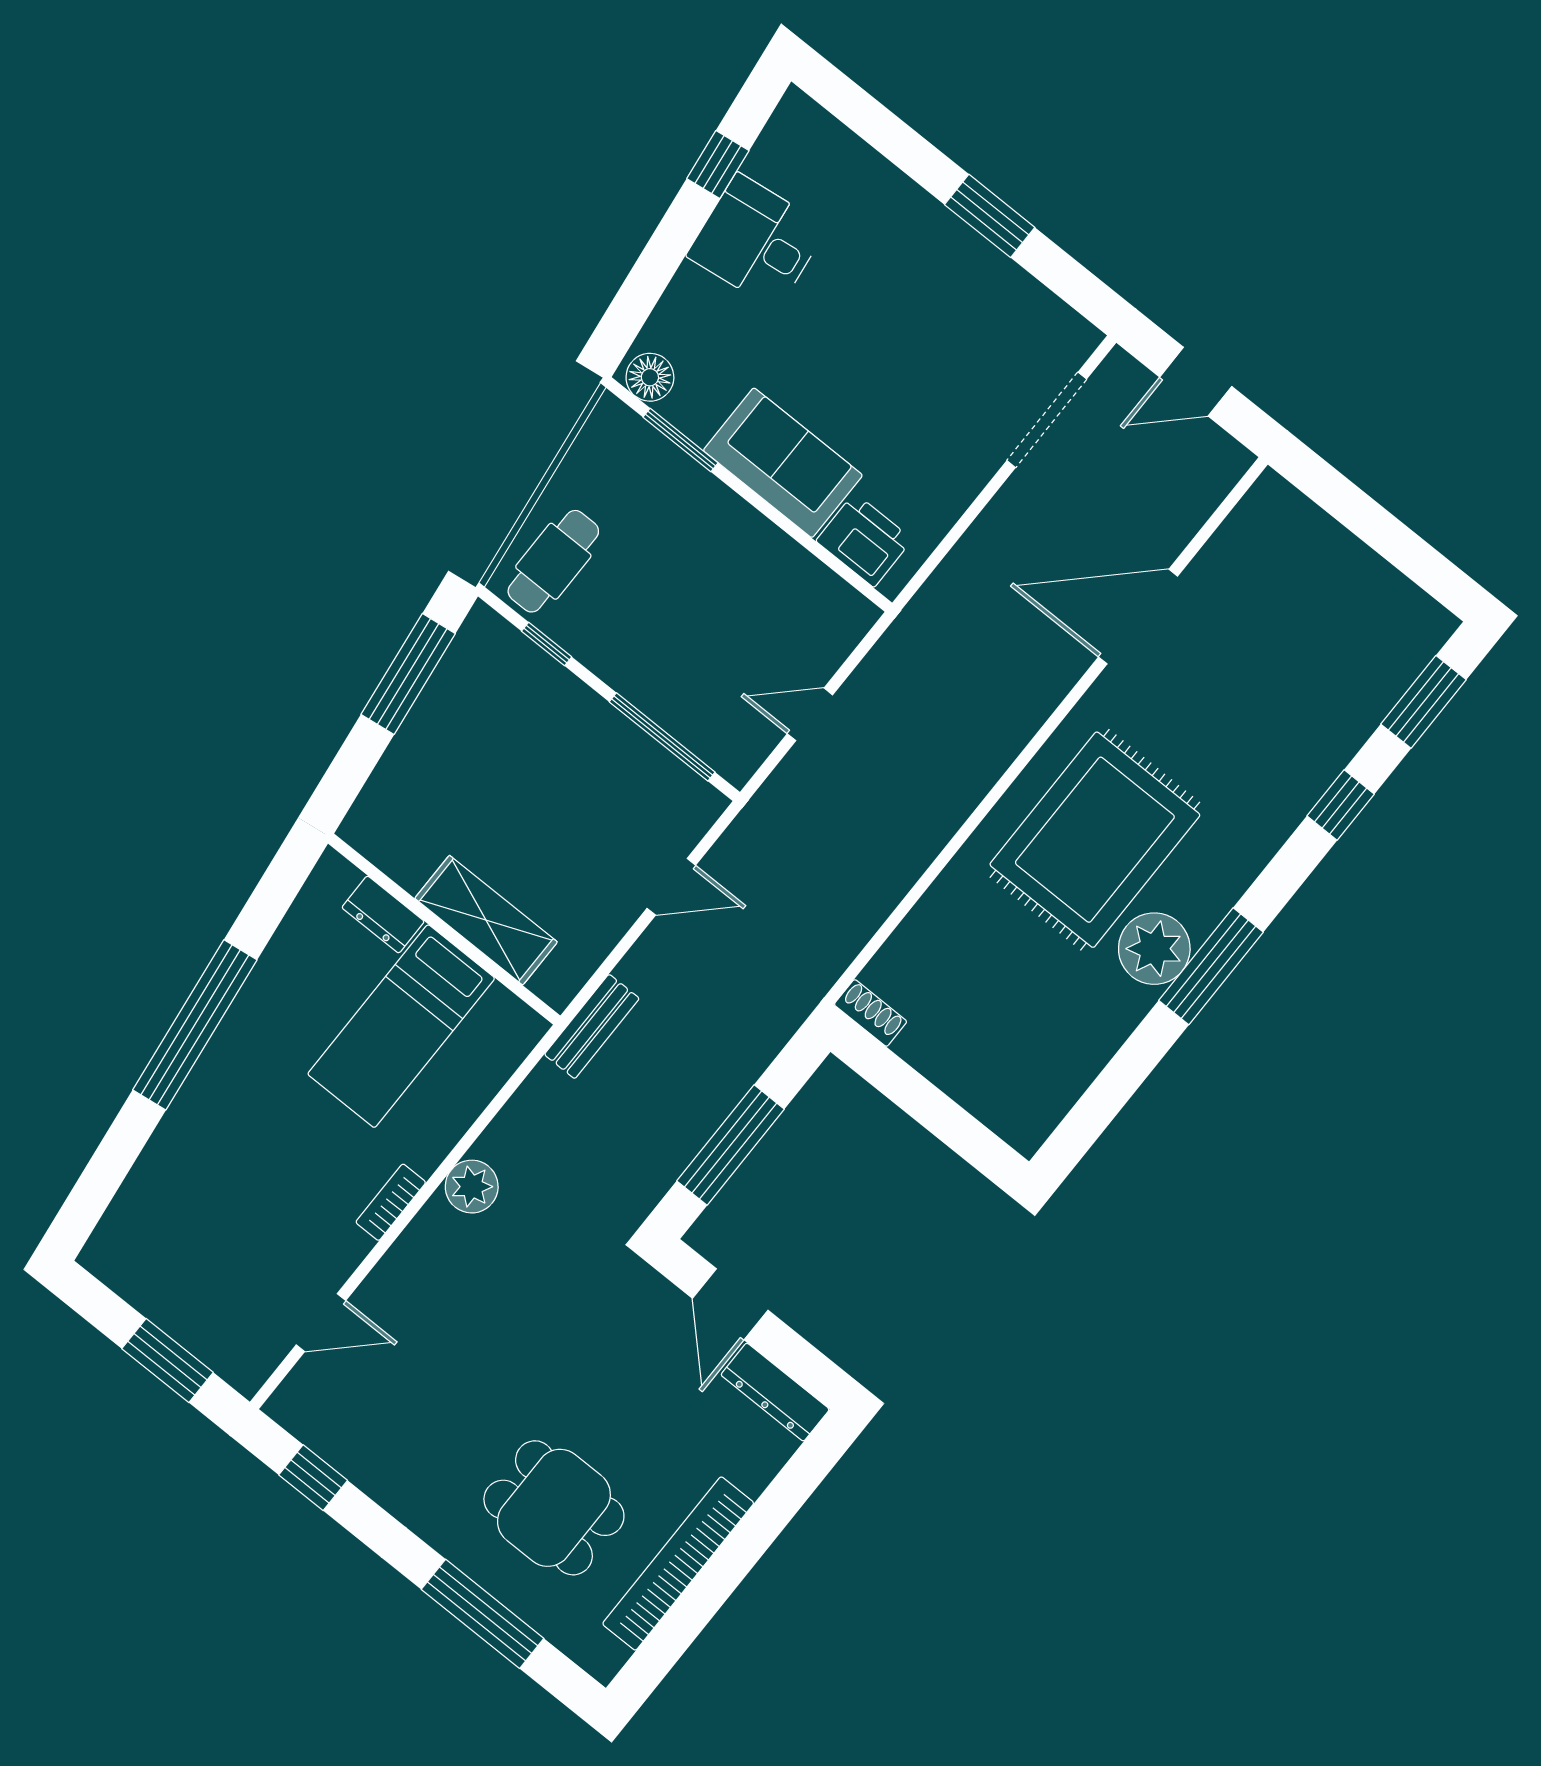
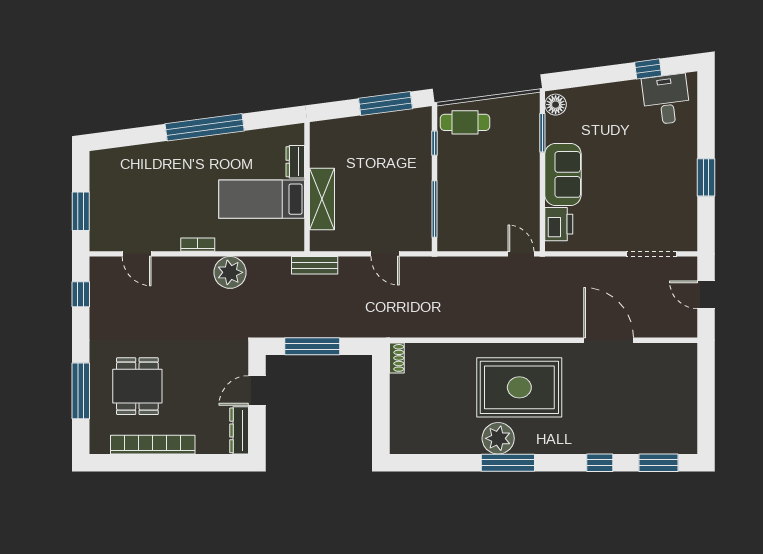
desk: (757, 241) -> (666, 99), moved
door: (810, 714) -> (521, 254), moved
plant: (472, 1187) -> (230, 272), width x1.36, depth x1.36

